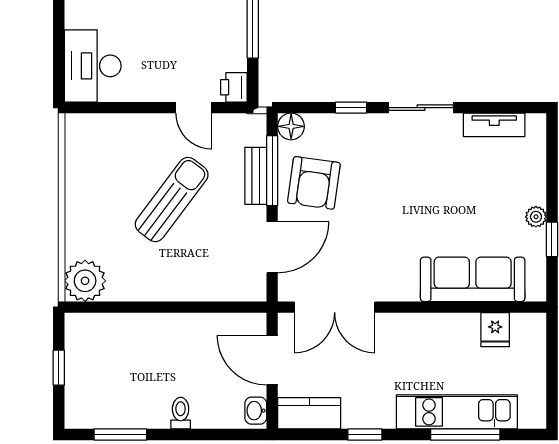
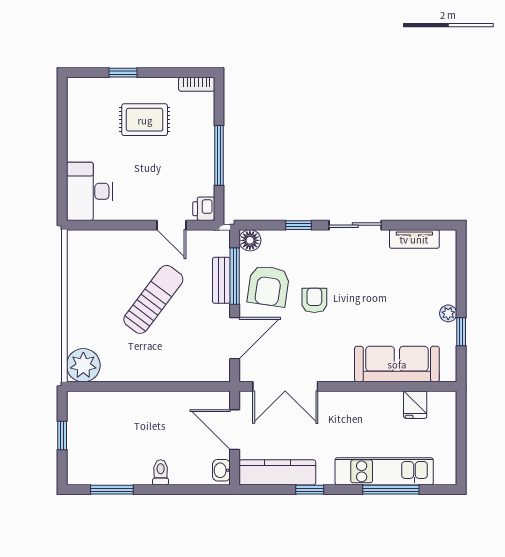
armchair: (371, 201) -> (314, 300), added
kitchen counter: (309, 413) -> (277, 472), width x1.50

